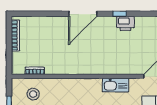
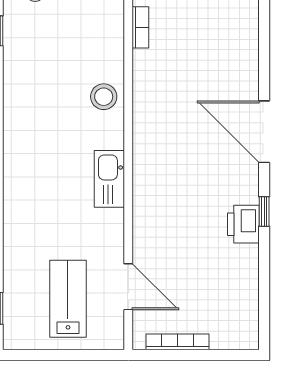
kitchen sink: (116, 85) -> (109, 179), moved
stool: (33, 94) -> (104, 97), moved

